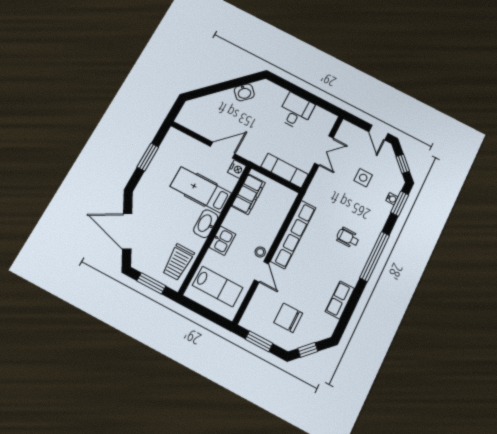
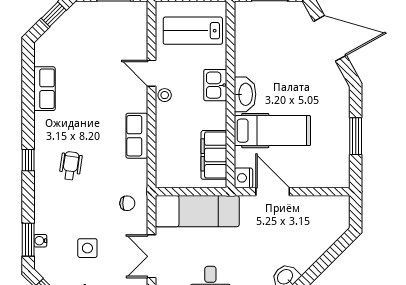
door: (223, 150) -> (273, 192), swing flipped
exam couch: (285, 171) -> (197, 211), width x1.36, depth x1.45
row of seats: (293, 234) -> (137, 136), width x0.50
wheelchair: (348, 238) -> (71, 166), turned -82
window: (375, 256) -> (28, 160), width x0.32
trolley: (178, 262) -> (252, 34), removed
chair: (288, 318) -> (127, 203), moved, width x0.54, depth x0.54

